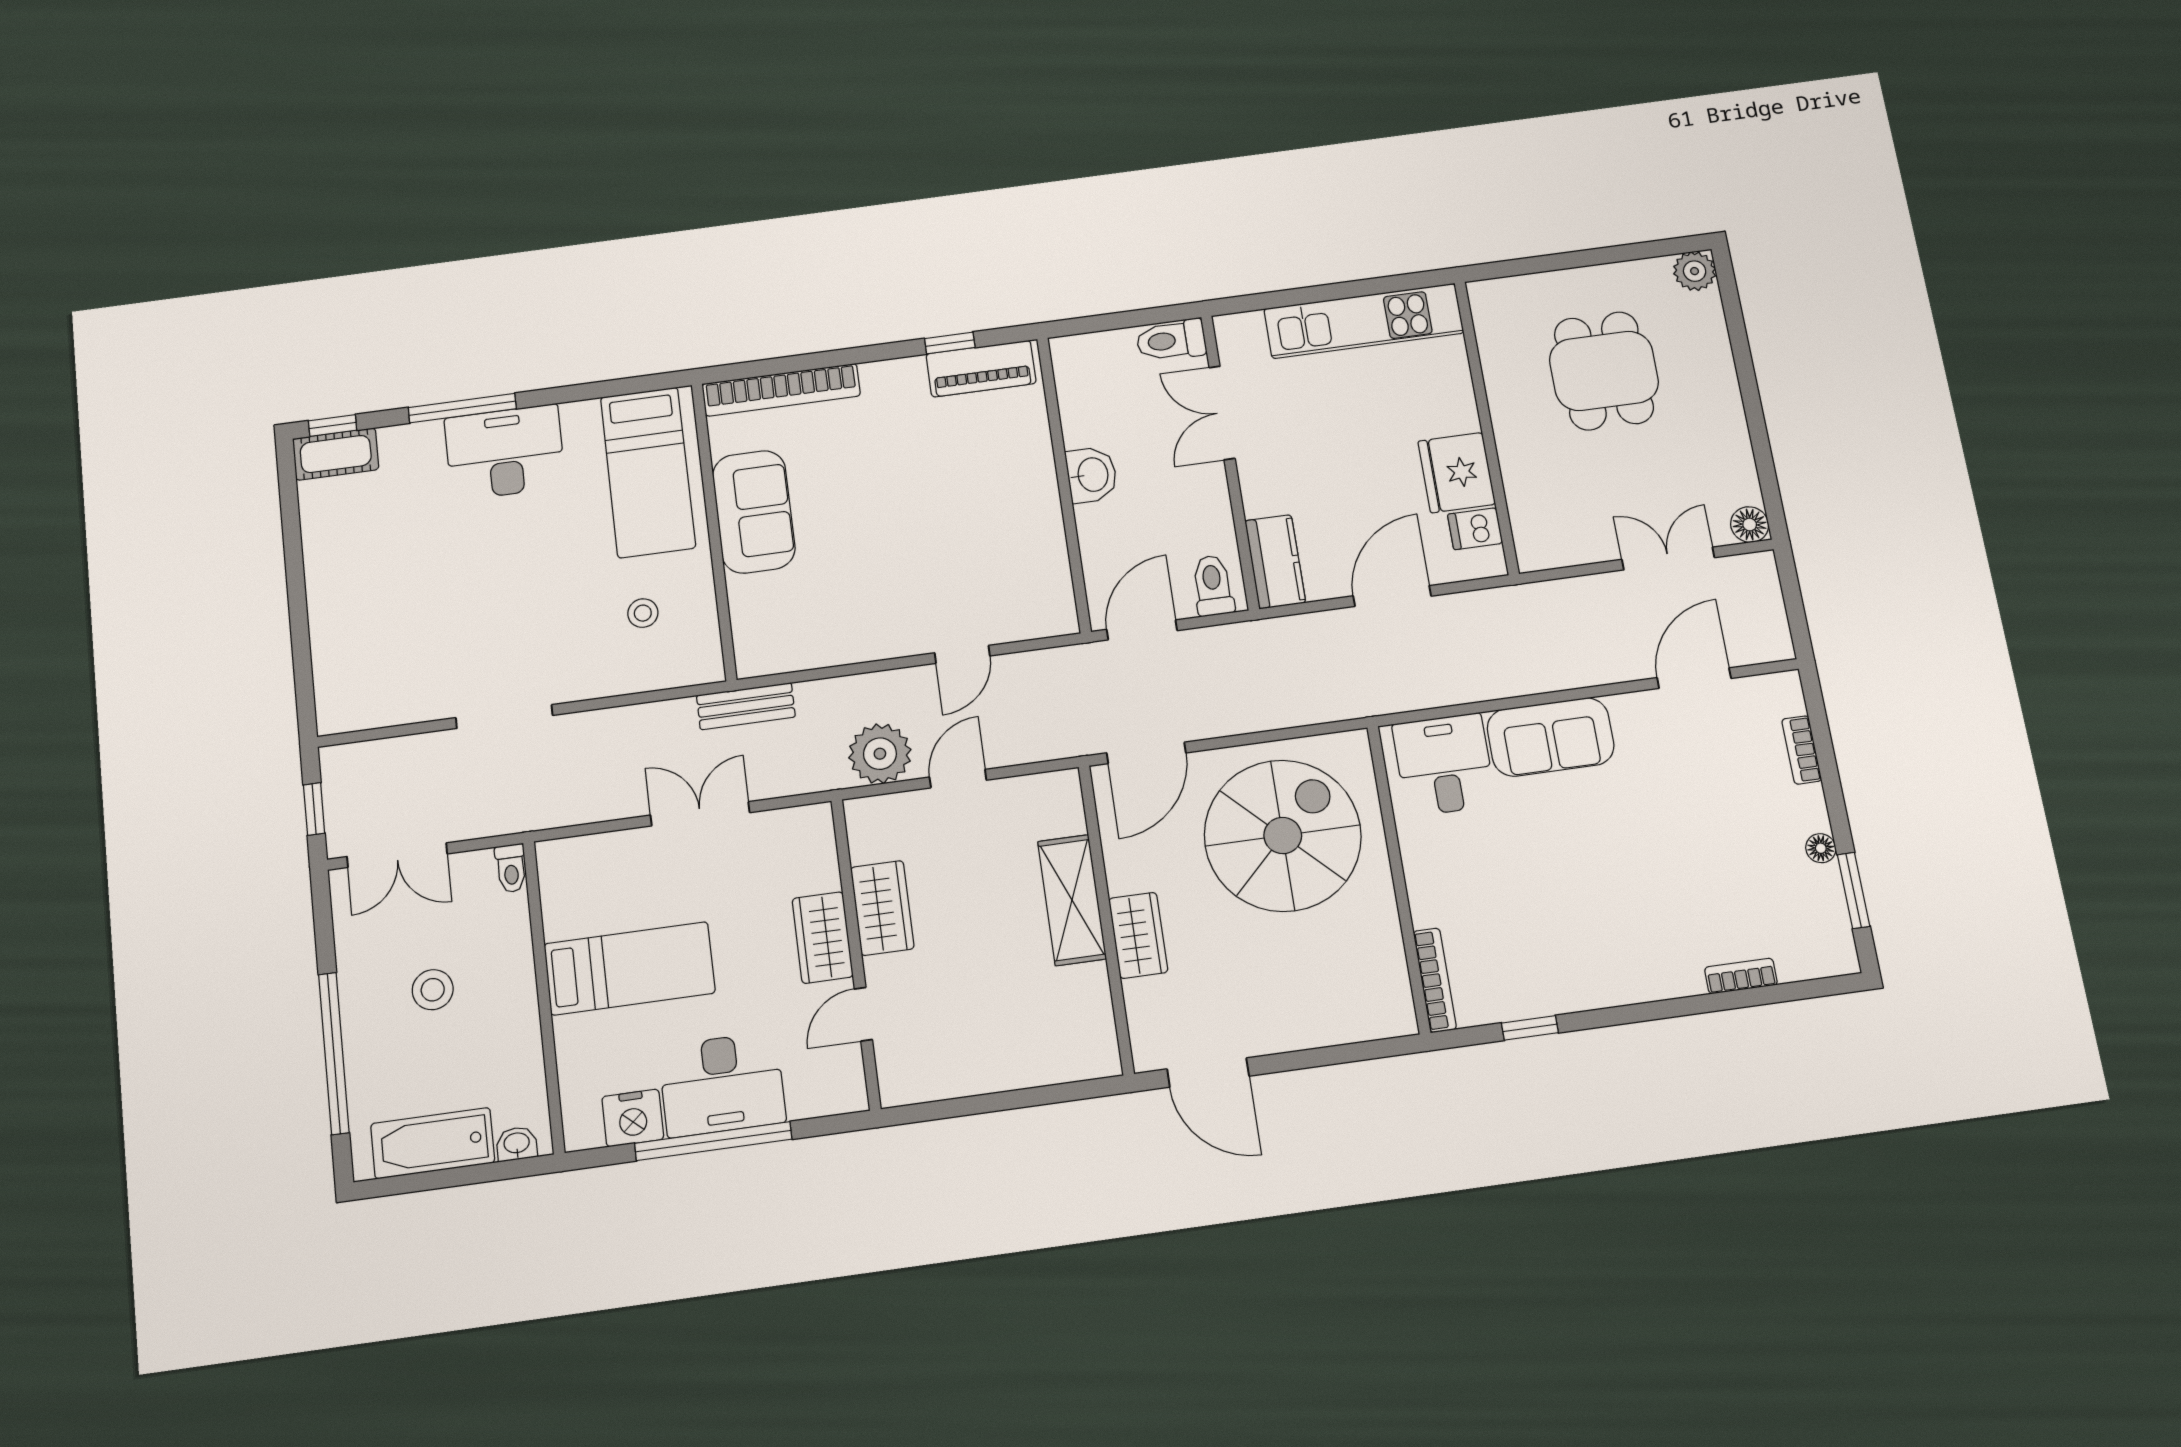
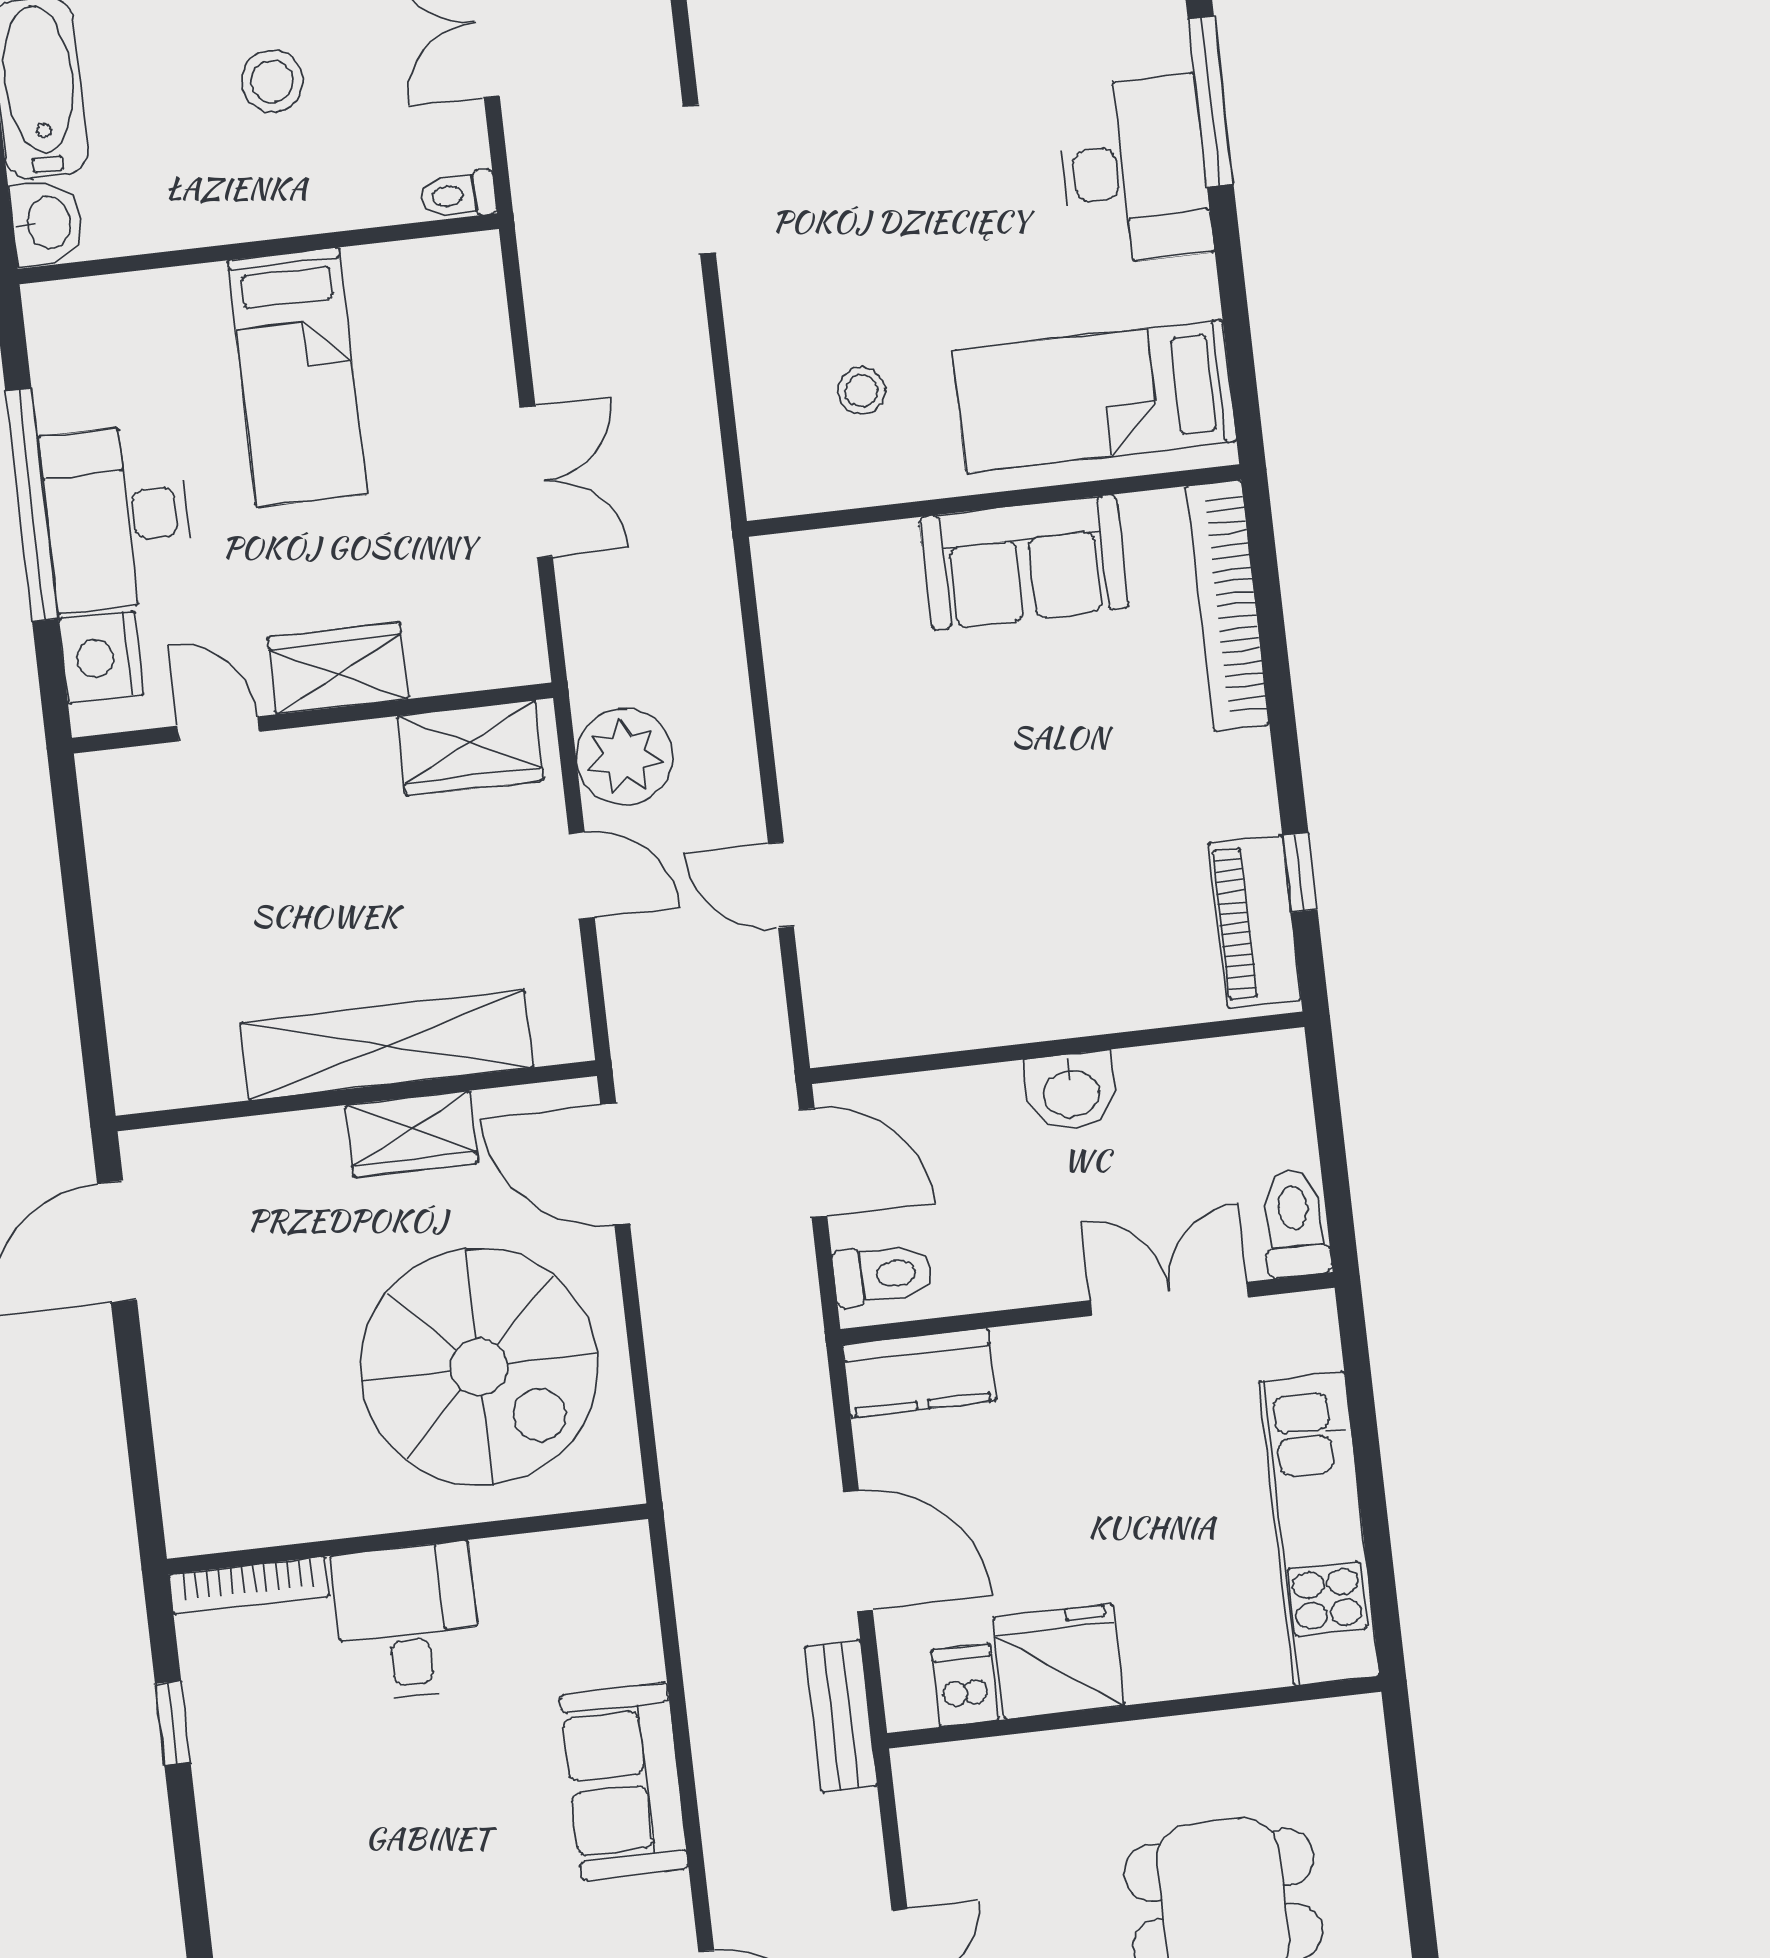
bench: (746, 706) -> (841, 1716), moved
desk: (1444, 765) -> (407, 1622), moved, turned -90
shelving: (1072, 900) -> (387, 1045), width x1.47
wardrobe: (882, 908) -> (470, 748), moved
wardrobe: (1138, 935) -> (412, 1134), moved
nightstand: (633, 1118) -> (101, 658), moved
washbasin: (517, 1144) -> (47, 223), width x1.38, depth x1.45

